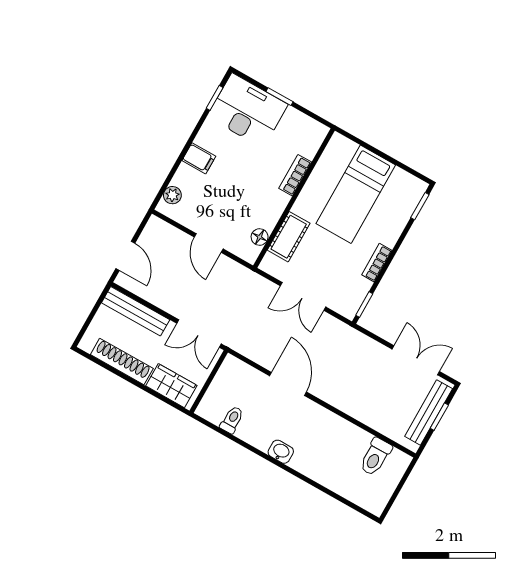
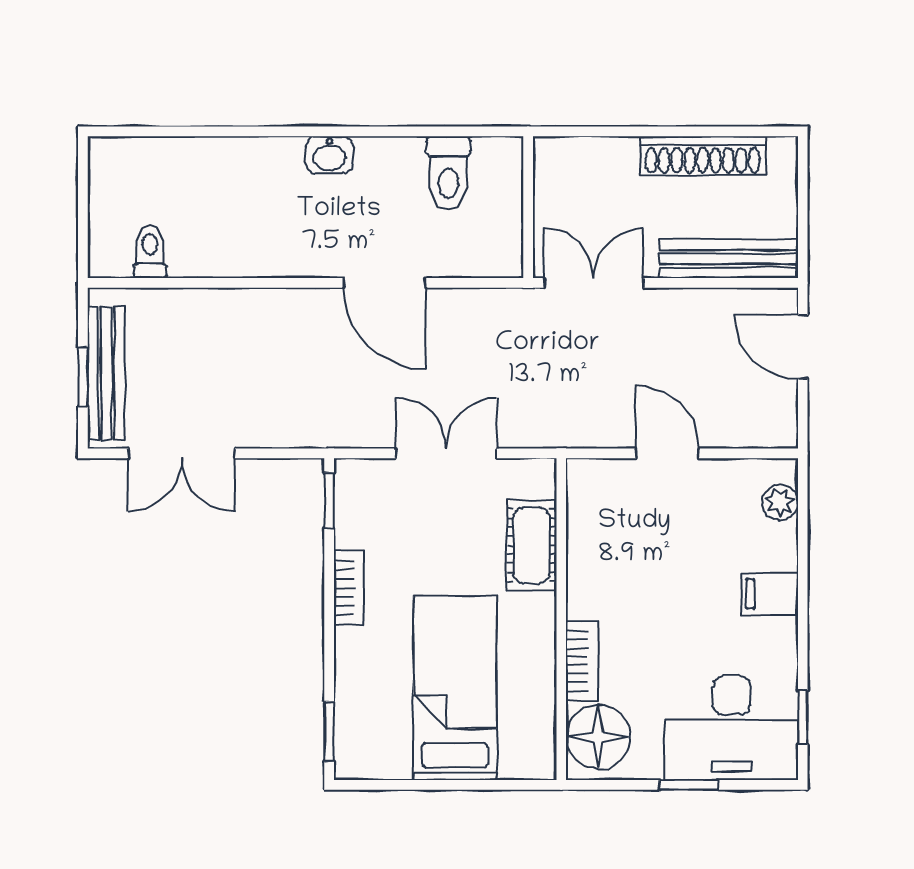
floor lamp: (260, 237) -> (598, 737), moved, width x1.89, depth x1.89
wardrobe: (171, 386) -> (590, 163), removed
toilet: (232, 420) -> (448, 173), width x1.37, depth x1.39
toilet: (375, 457) -> (150, 252), width x0.73, depth x0.72

